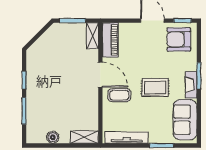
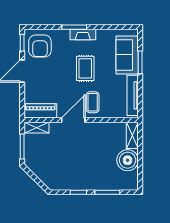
sofa: (185, 120) -> (127, 55), moved, turned 90
boiler: (53, 137) -> (128, 160), width x1.86, depth x1.86

